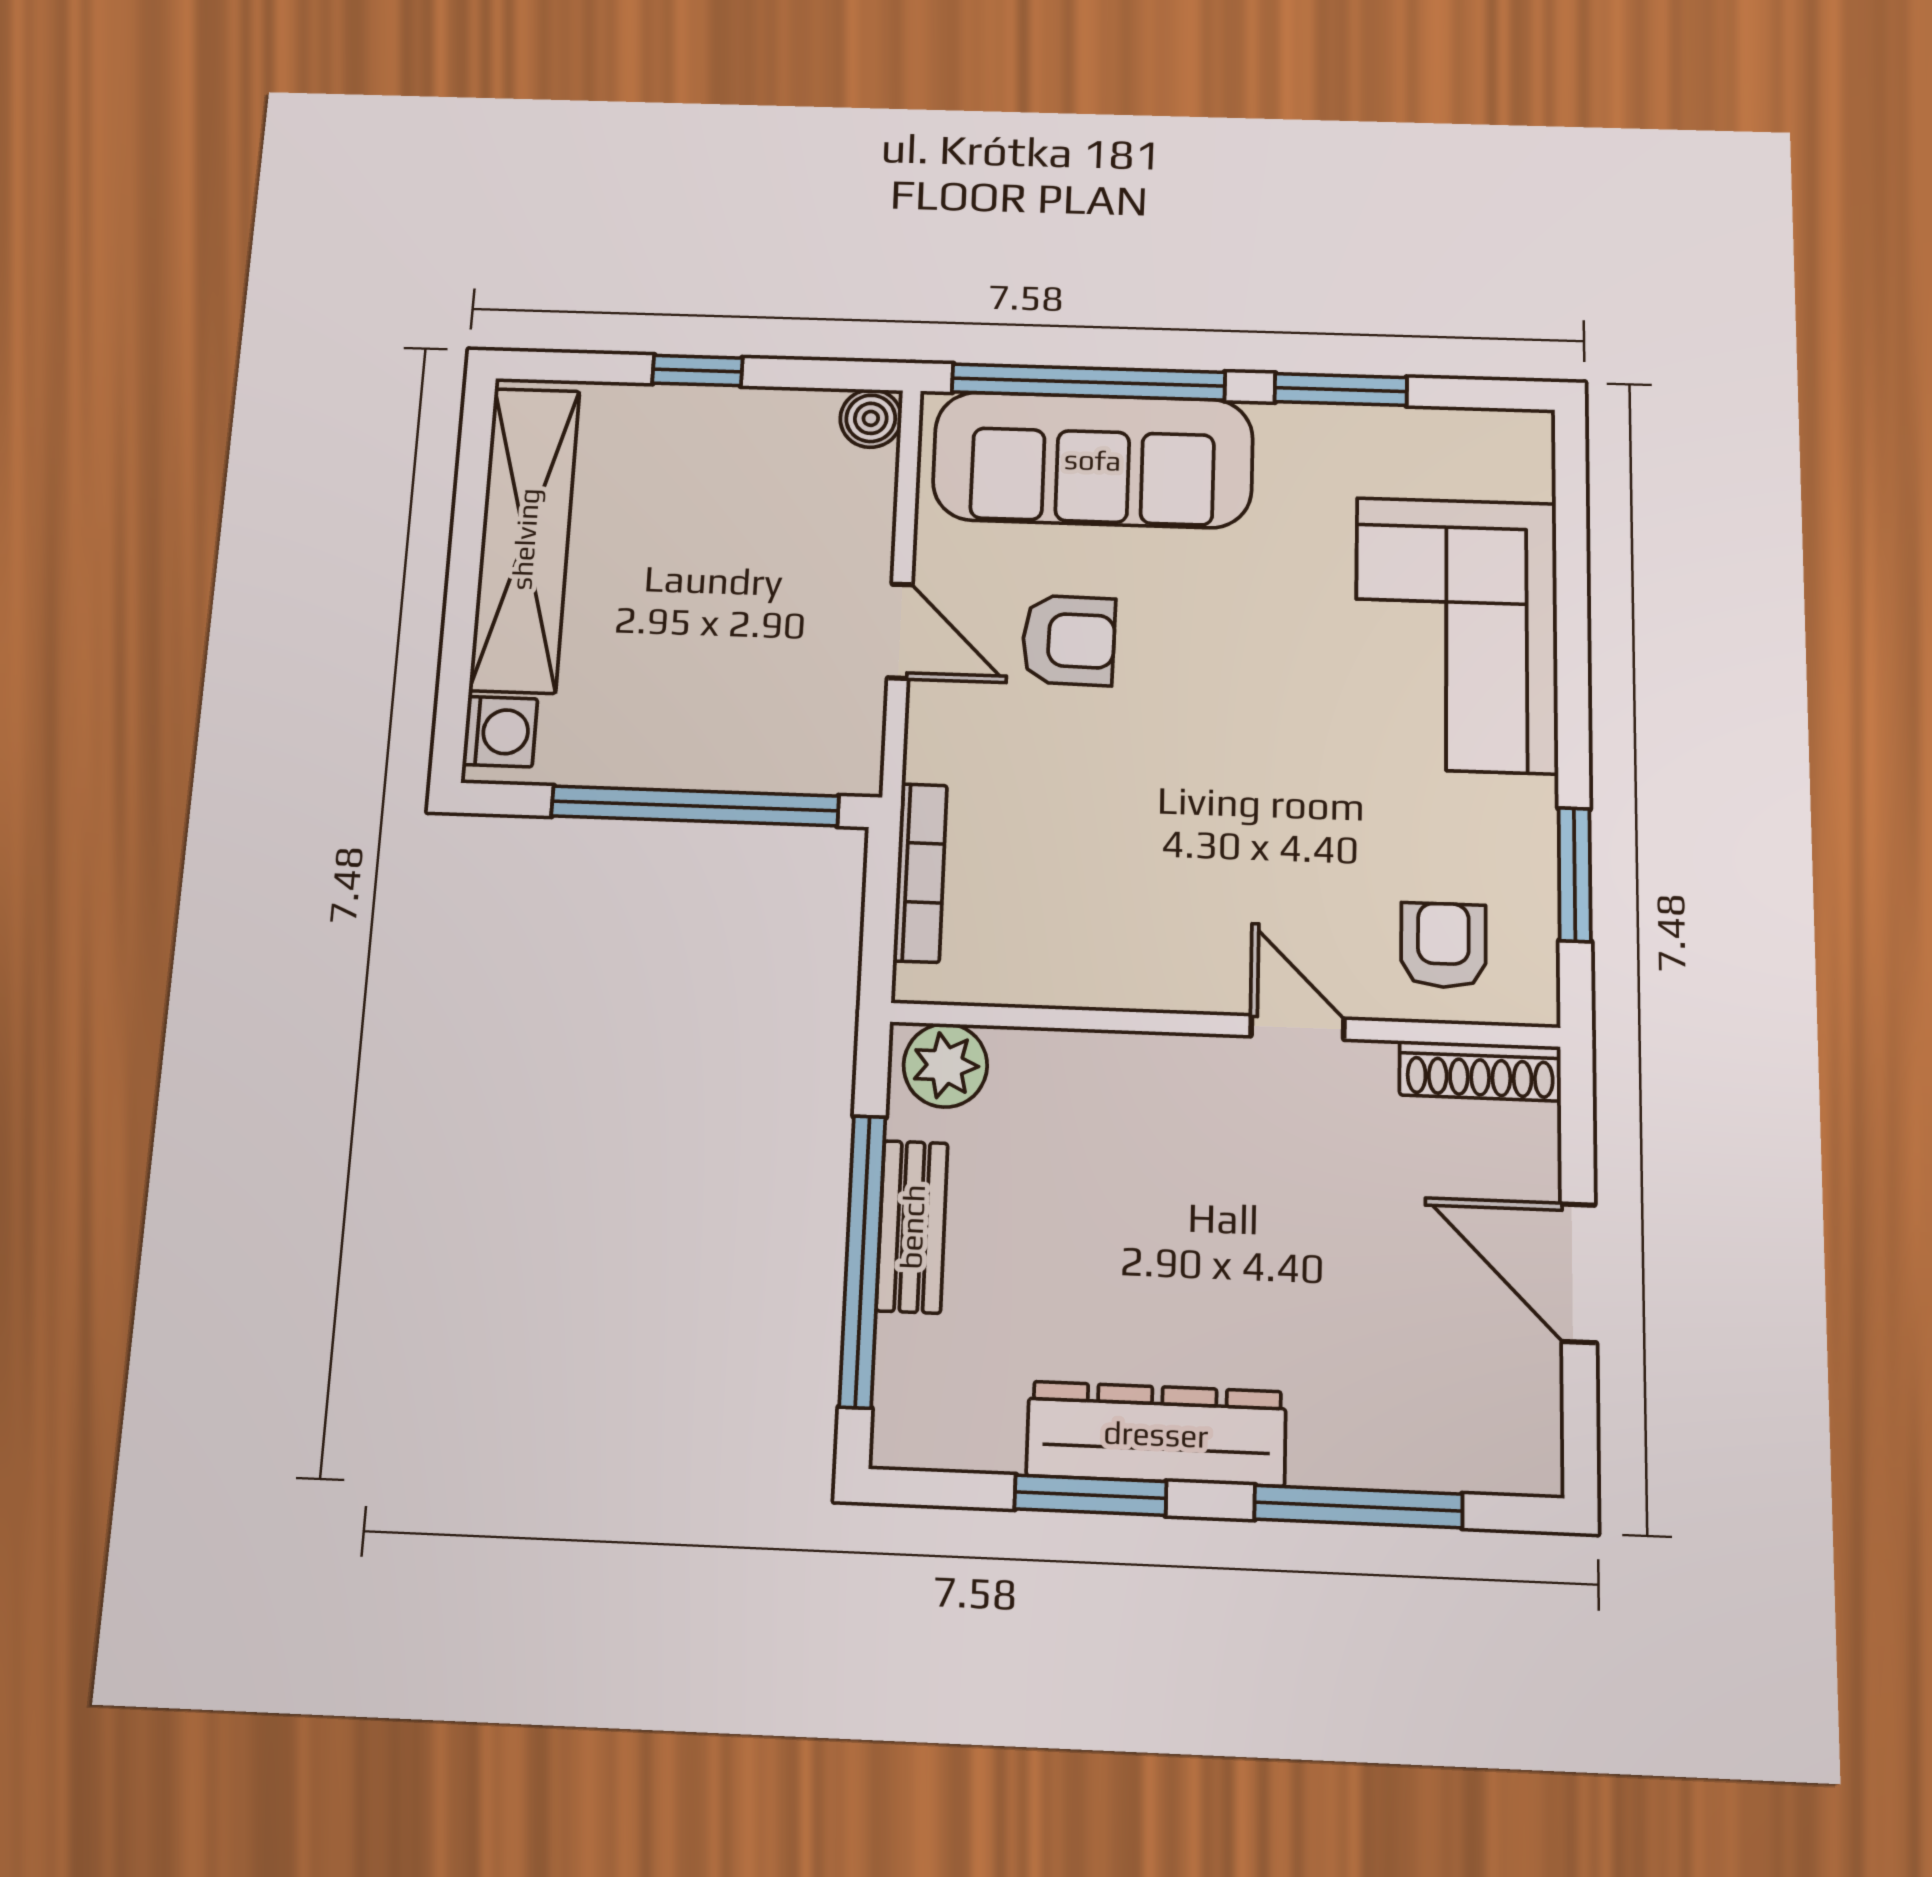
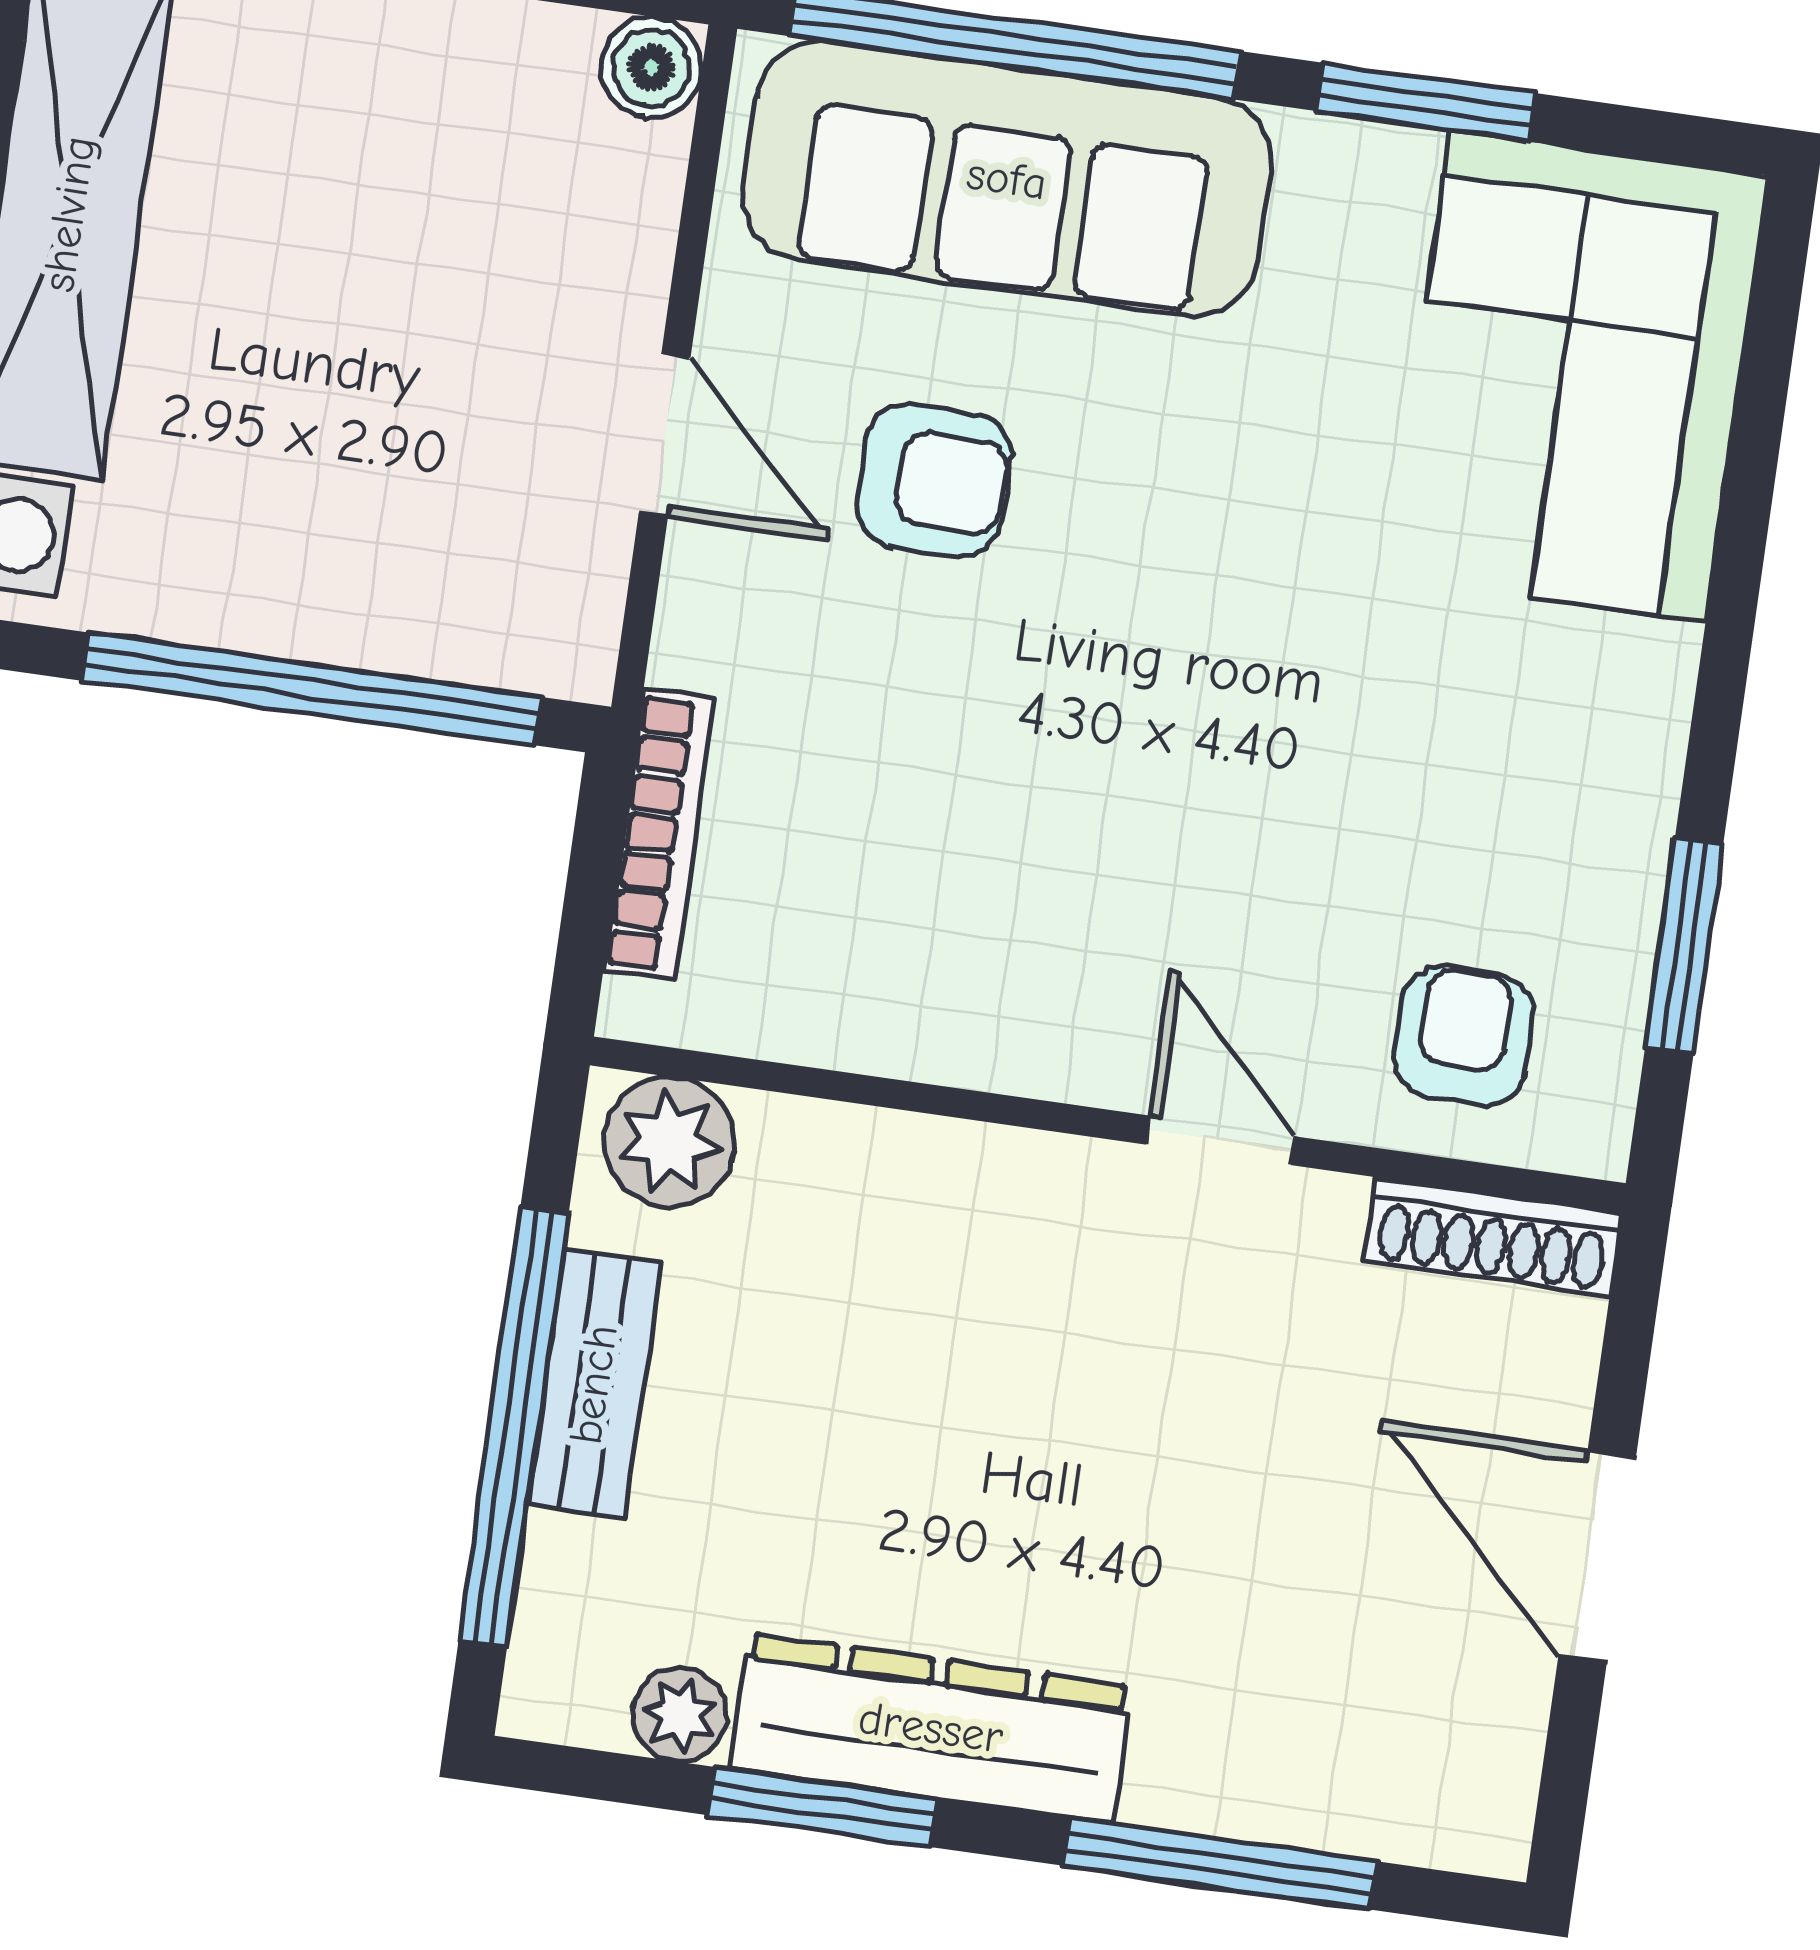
corner sofa: (1456, 634) -> (1578, 376), moved
plant: (990, 1442) -> (680, 1715), added

